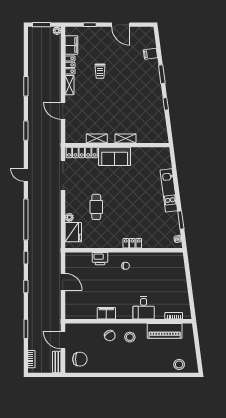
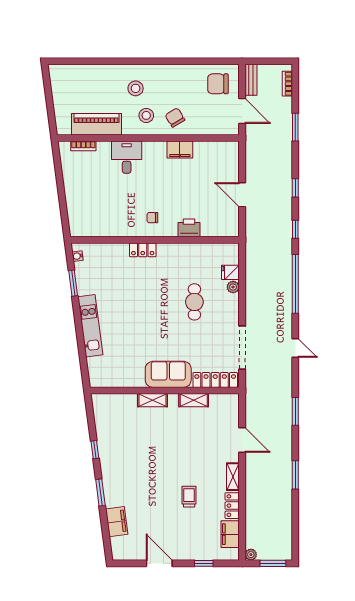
filing cabinet: (150, 54) -> (117, 522), width x2.00
fridge: (73, 232) -> (230, 272), width x0.53, depth x0.75
stool: (179, 364) -> (136, 88), moved

